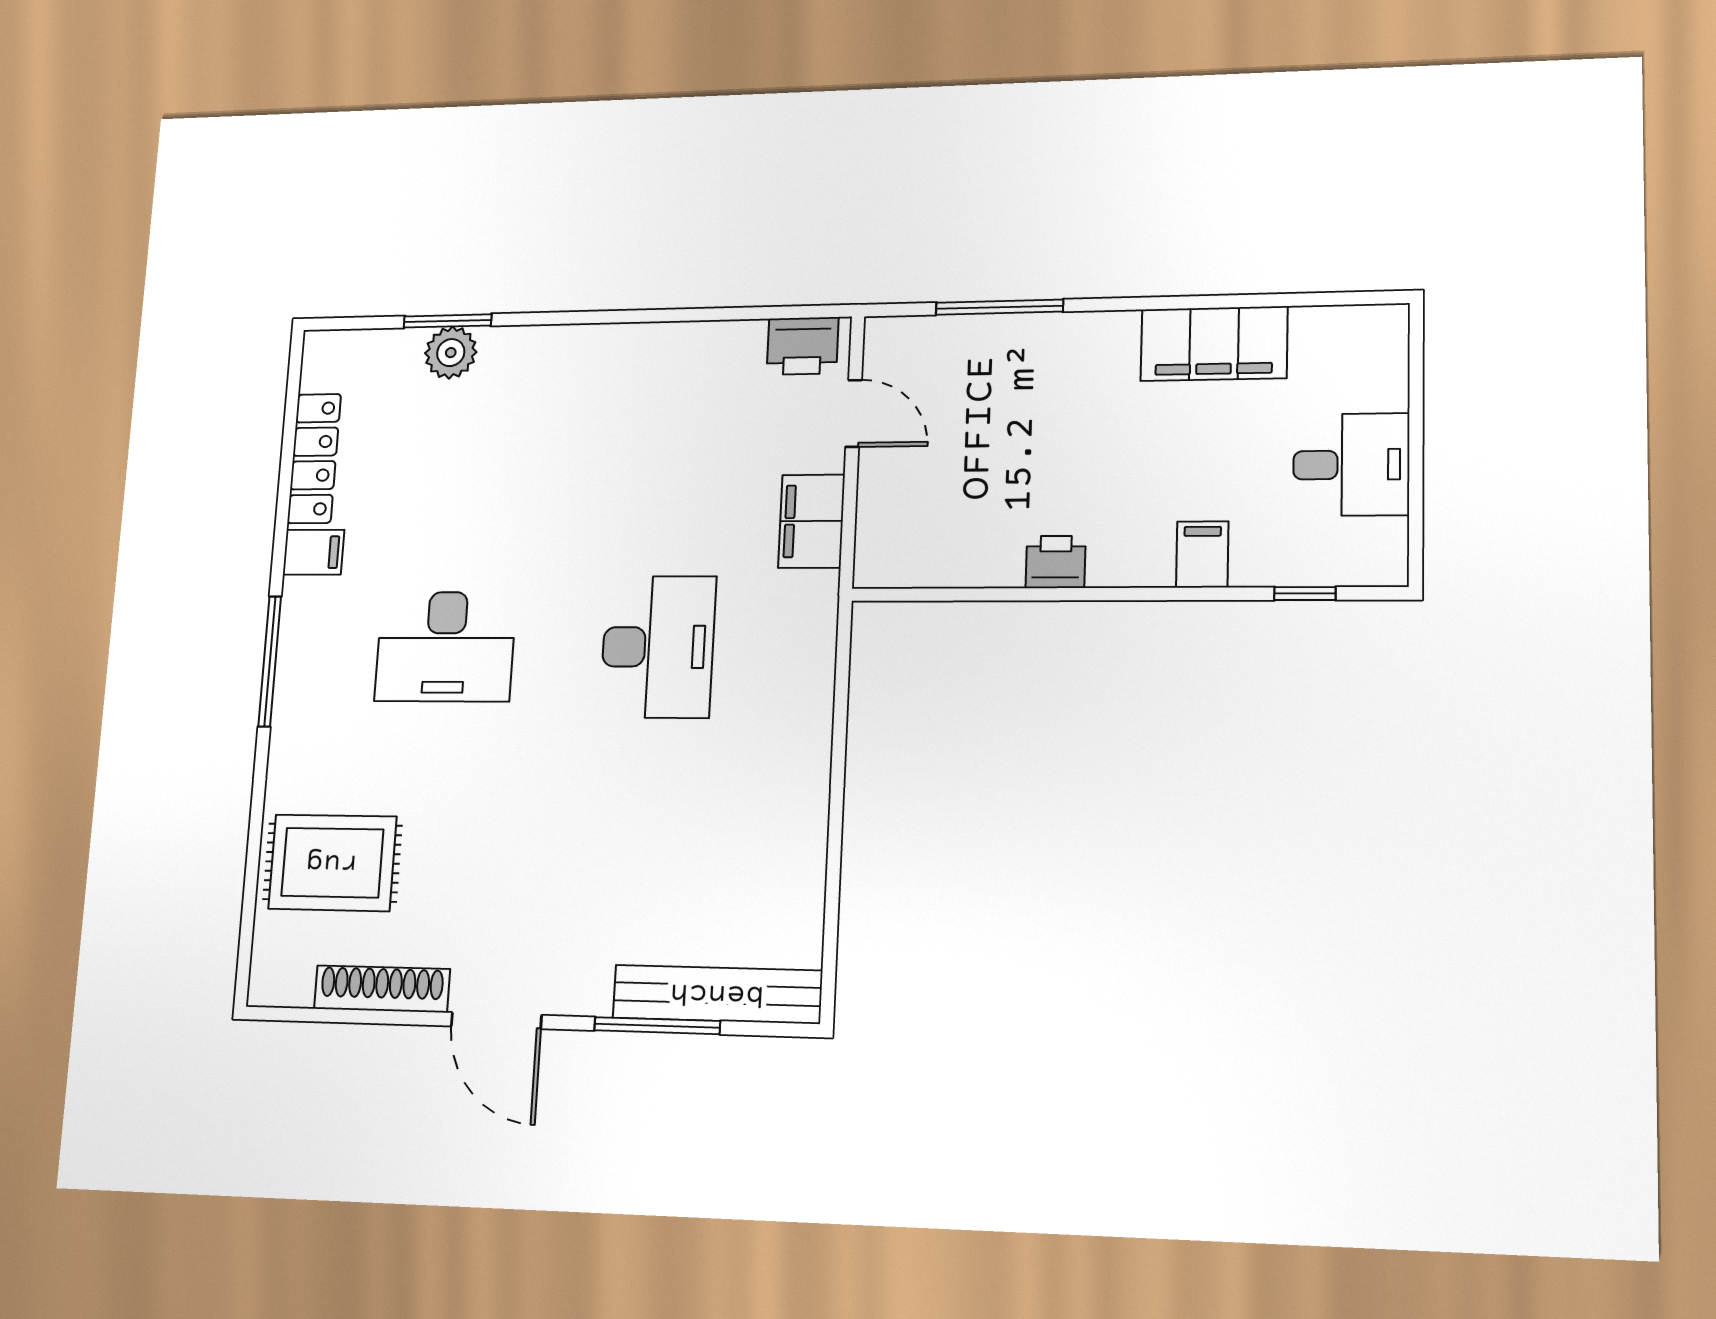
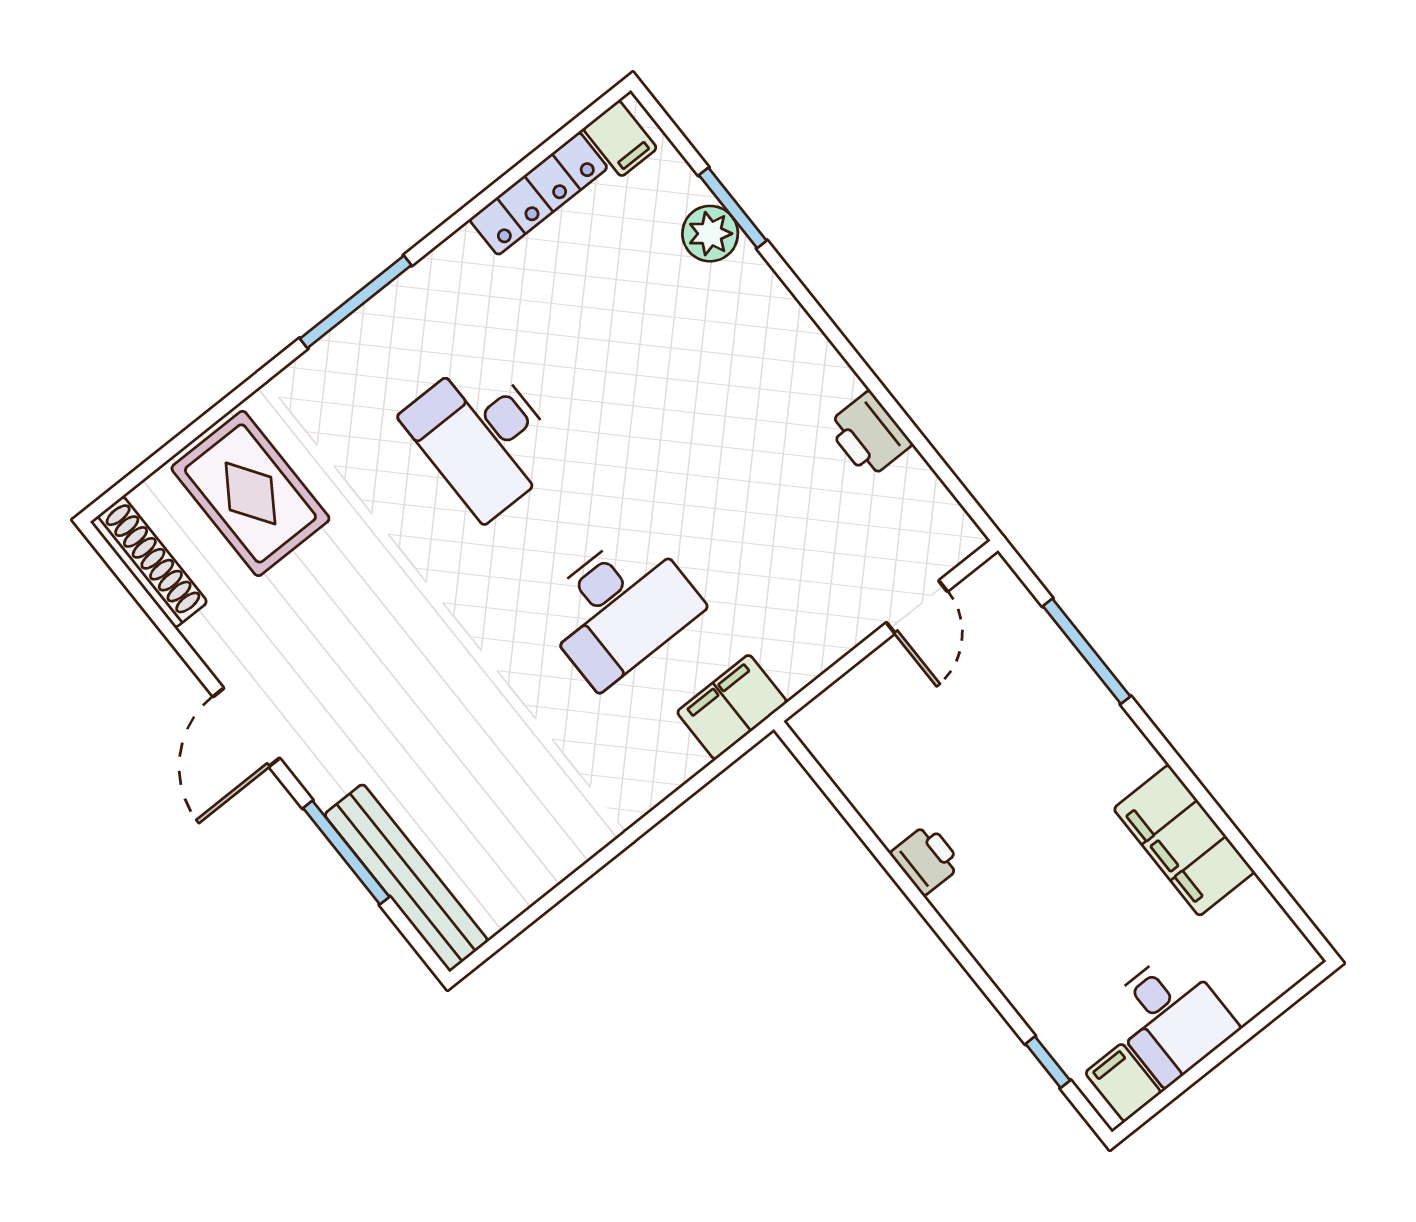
printer: (803, 346) -> (869, 435), moved
filing cabinet: (812, 521) -> (732, 707), moved
filing cabinet: (314, 552) -> (620, 138), moved
filing cabinet: (1202, 554) -> (1123, 1083), moved, turned -90
shoe rack: (382, 989) -> (149, 562), moved

